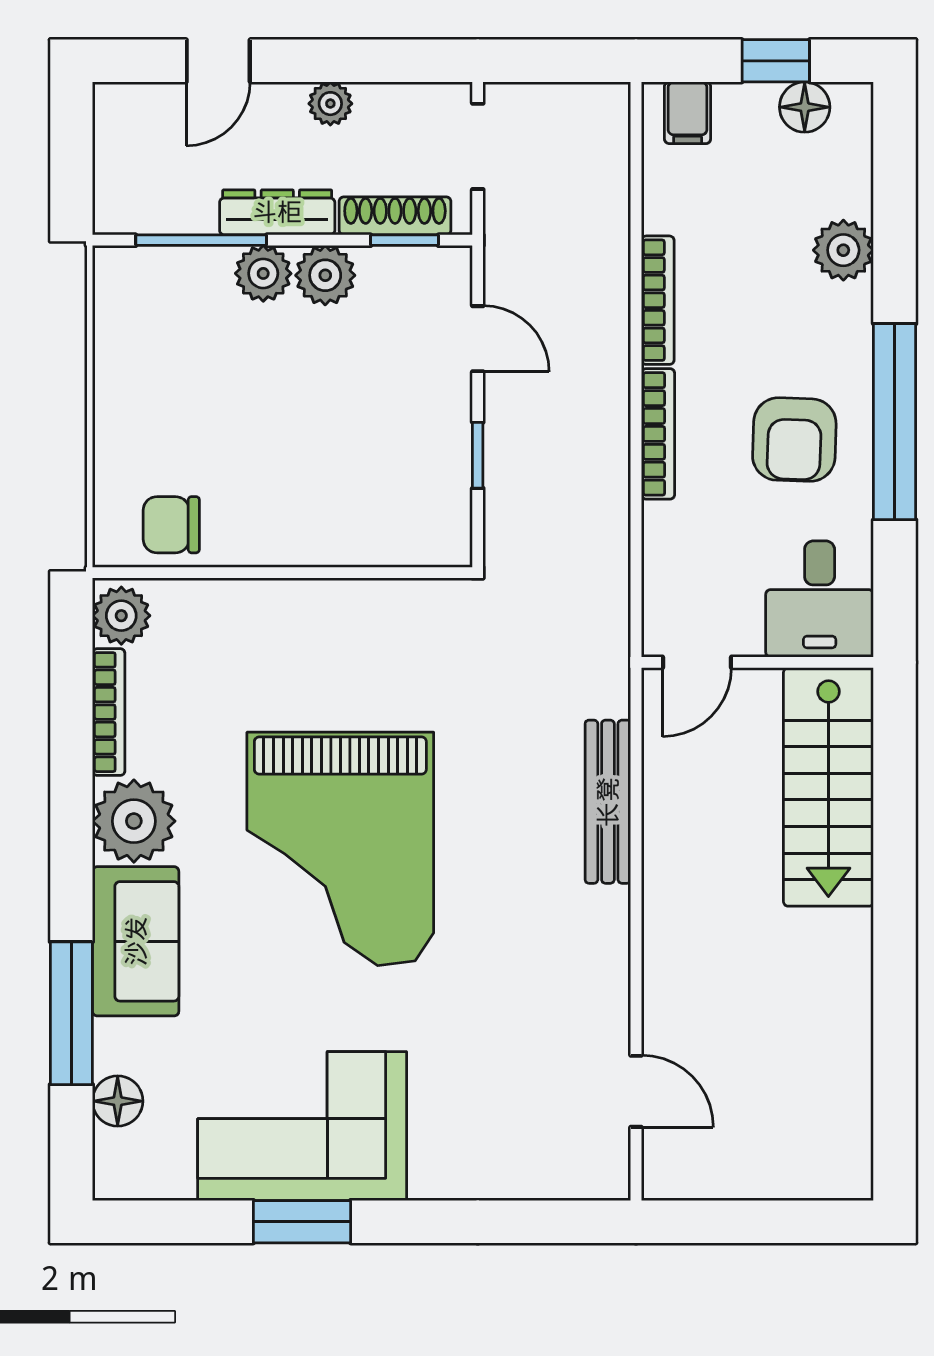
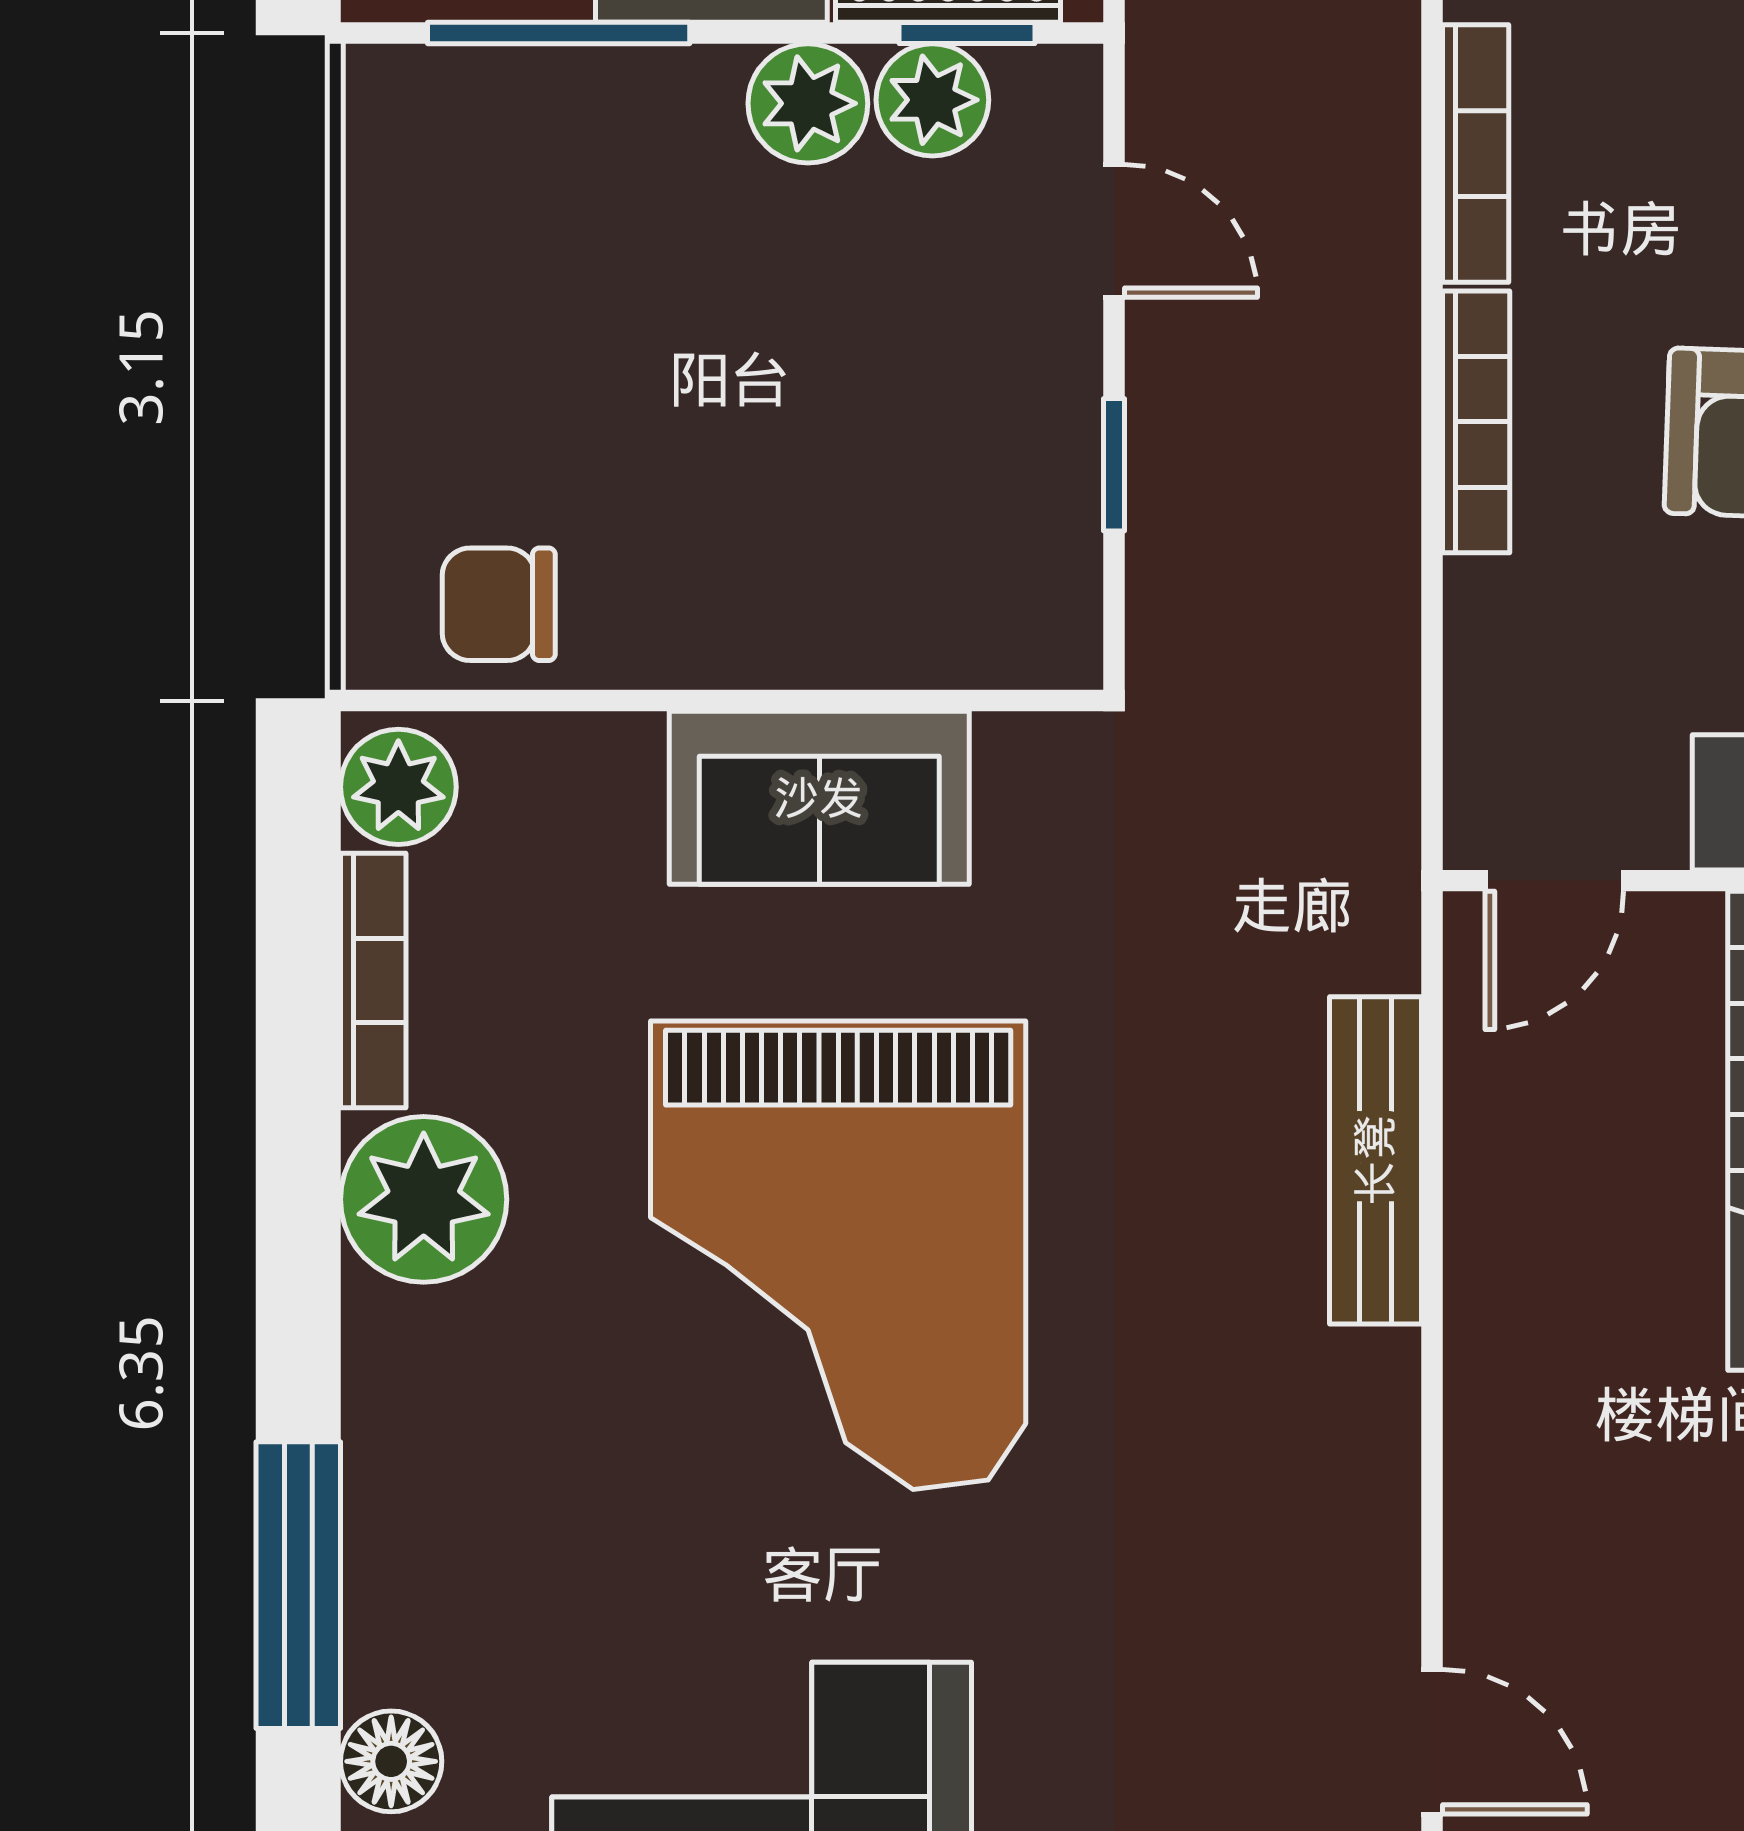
plant: (263, 273) -> (932, 100), moved
sofa: (136, 941) -> (819, 798), moved, turned 90

